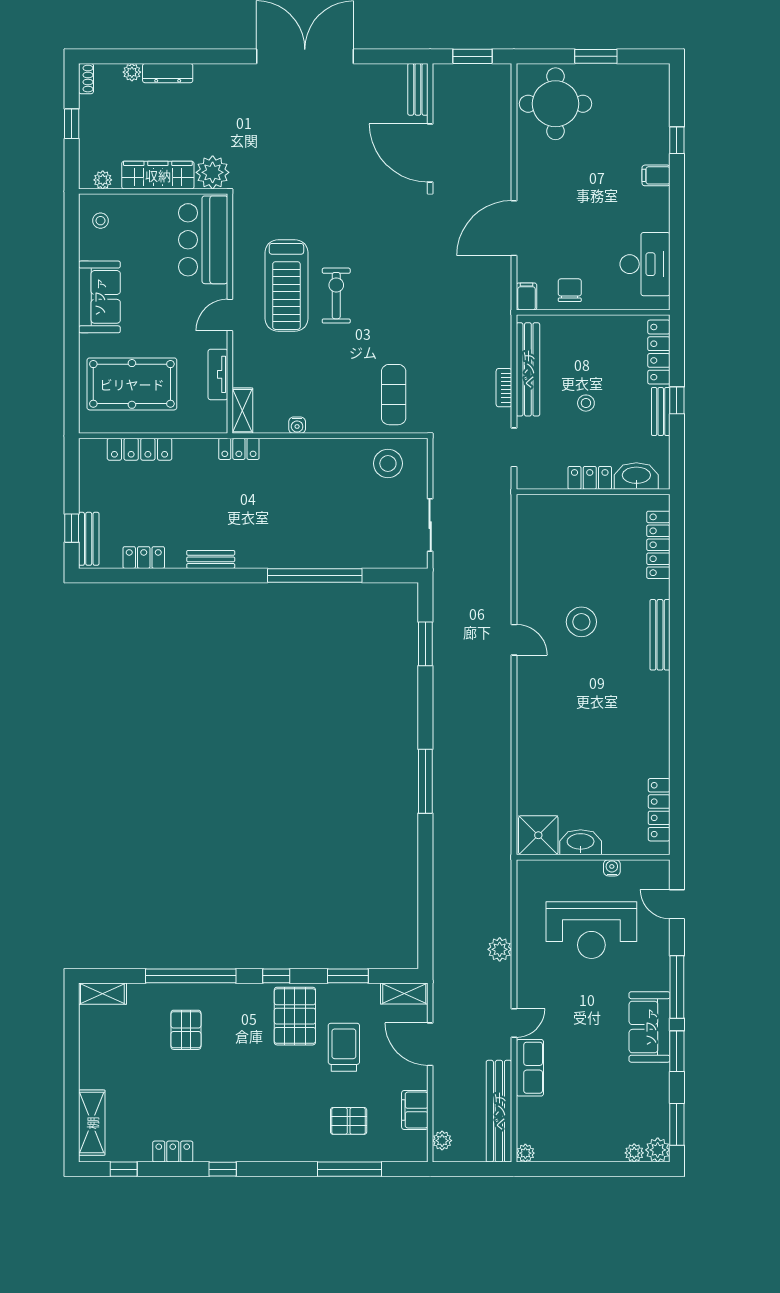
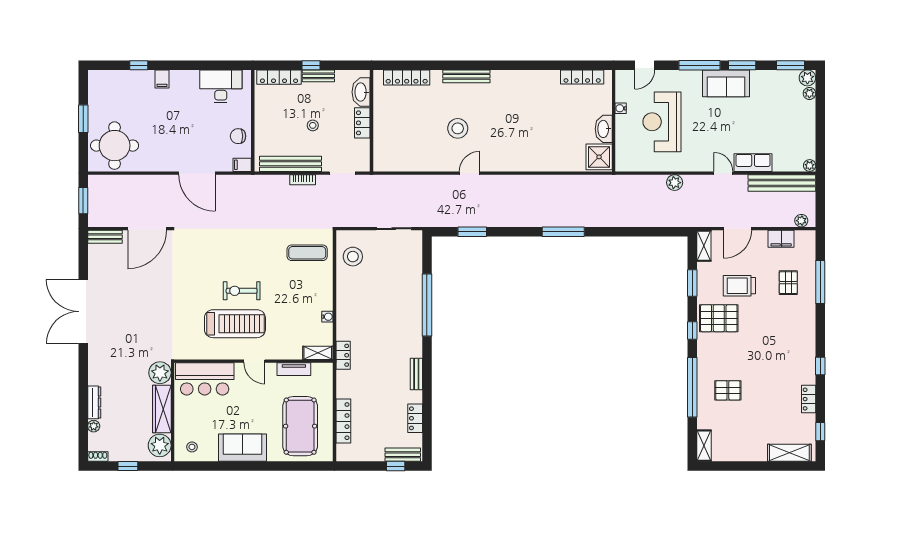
plant: (103, 180) -> (160, 445), width x1.87, depth x1.87
reception desk: (591, 930) -> (662, 122), turned 180

